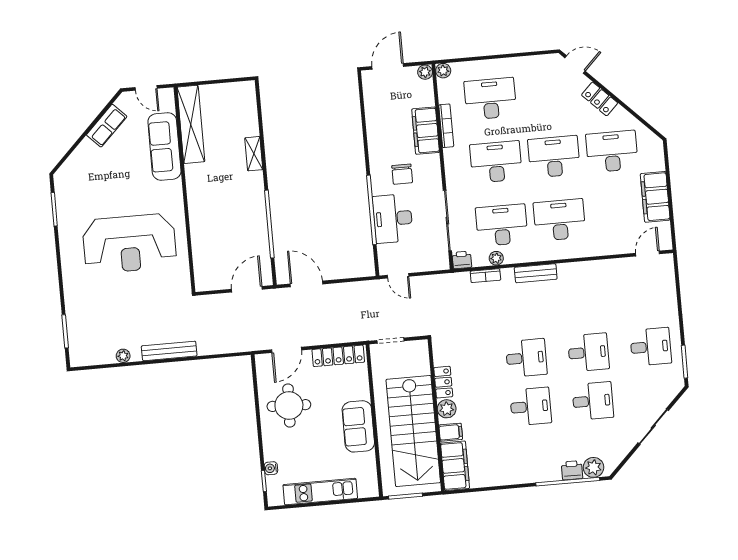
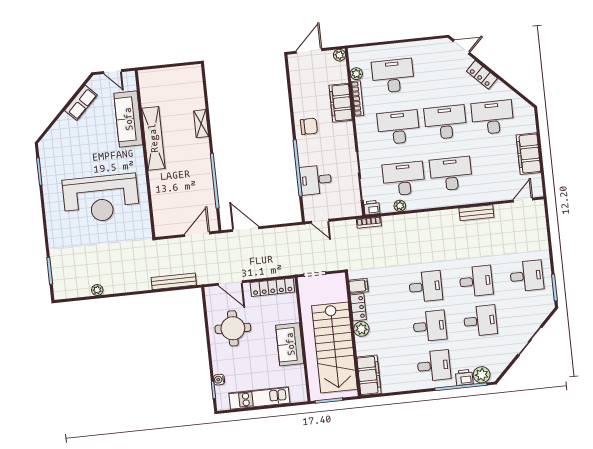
plant: (443, 71) -> (356, 74), moved
shelving: (191, 124) -> (153, 138), moved
chair: (402, 174) -> (309, 126), moved, turned -90
desk: (393, 218) -> (316, 180), width x0.73
bench: (536, 273) -> (476, 213), moved
bookcase: (485, 276) -> (369, 222), moved
door: (287, 350) -> (230, 283), hinge flipped
bench: (169, 351) -> (174, 281), moved
filing cabinet: (451, 432) -> (358, 286), moved
desk: (535, 455) -> (434, 366), added

